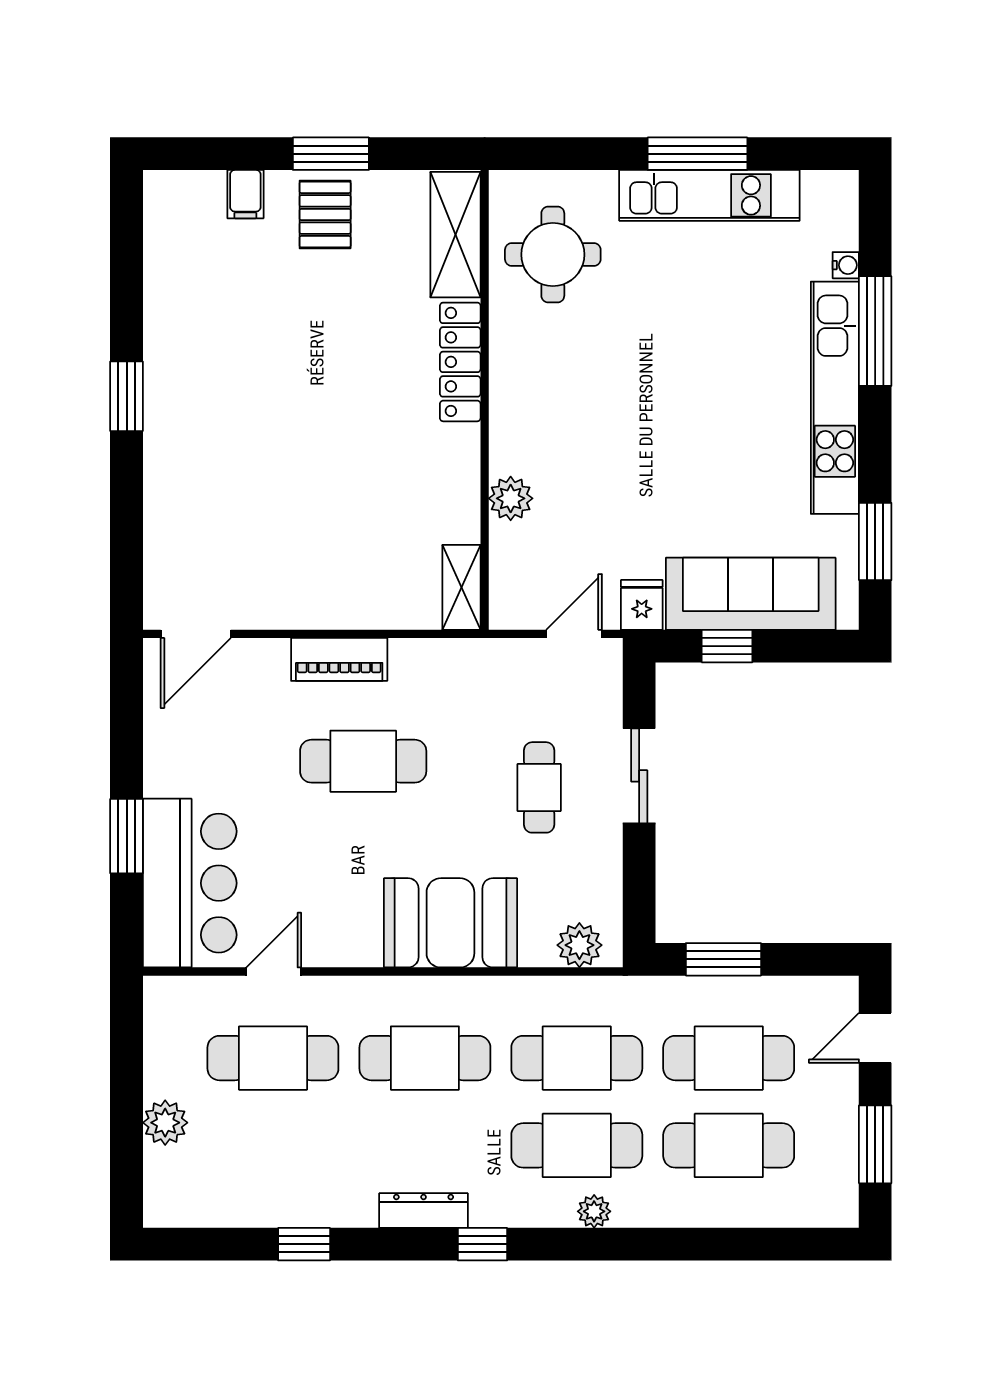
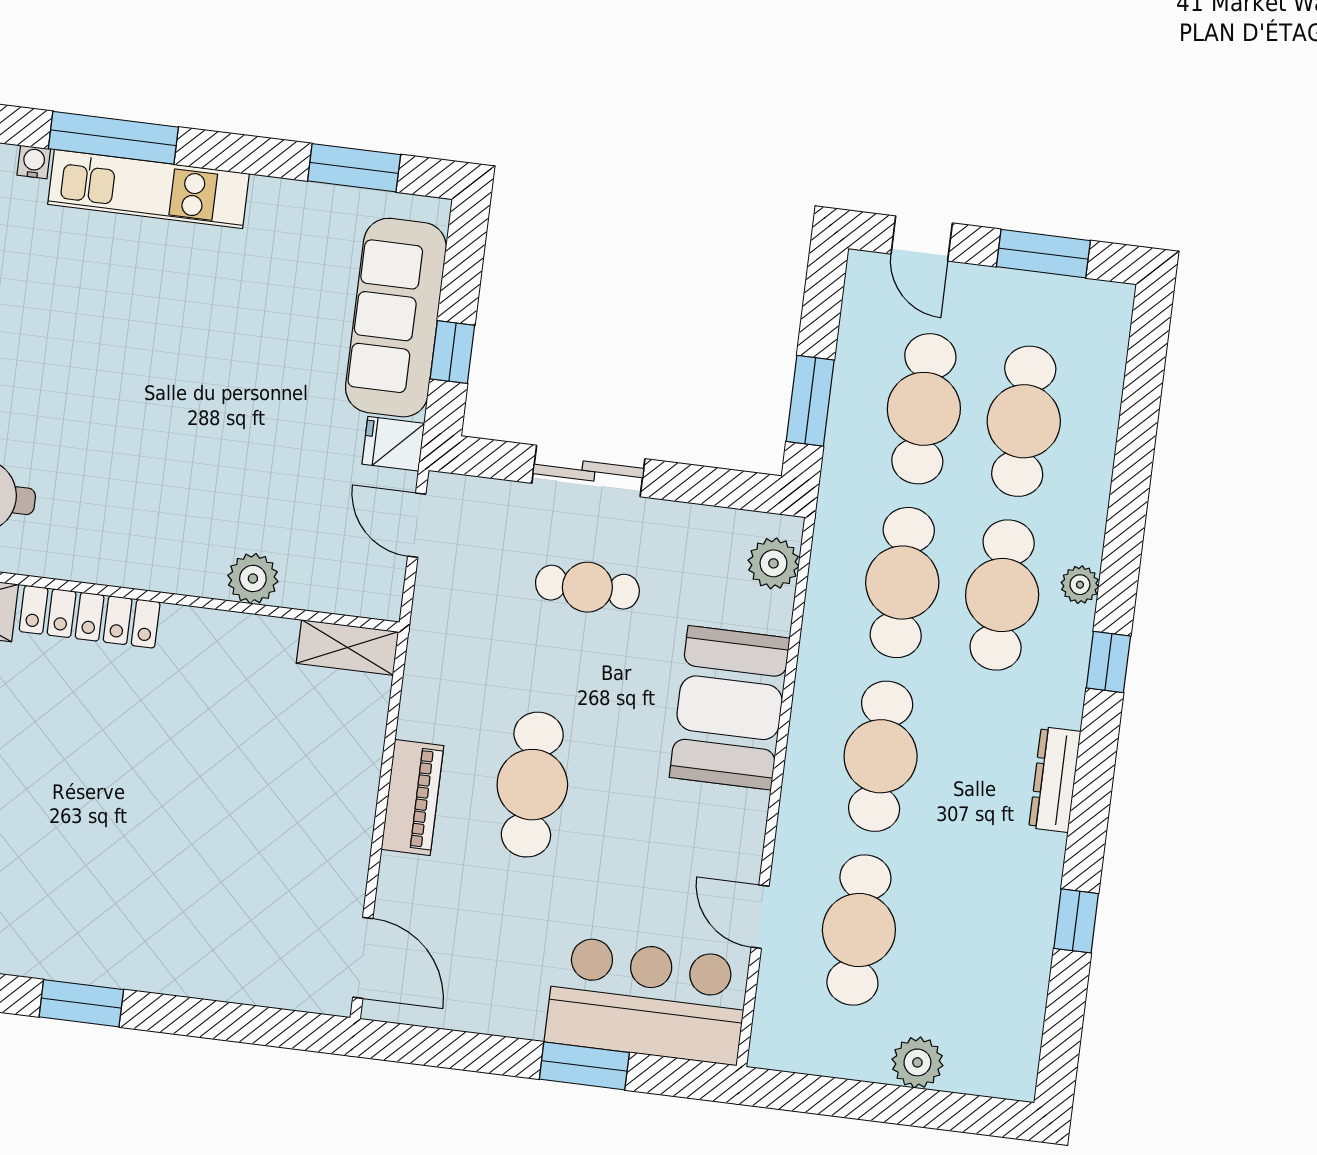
kitchen unit: (835, 398) -> (148, 189), width x0.73
window: (483, 1244) -> (1108, 662), moved

